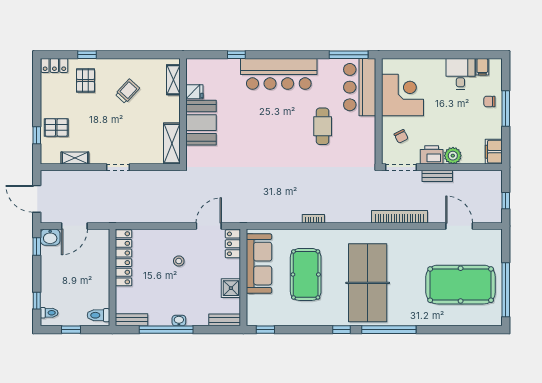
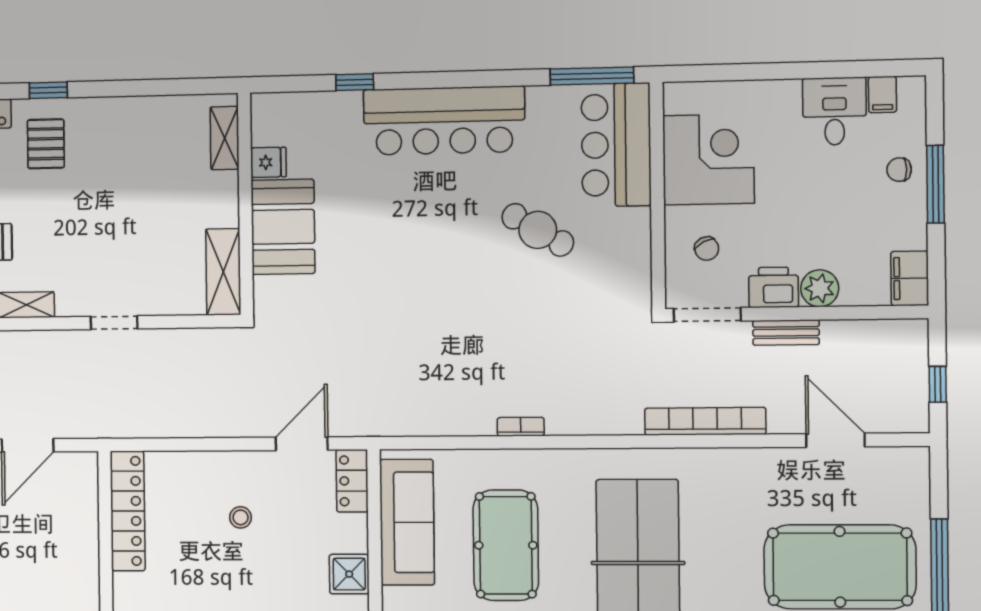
trolley: (127, 91) -> (131, 164), removed
cafe table: (323, 126) -> (538, 230), turned -59

